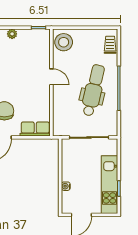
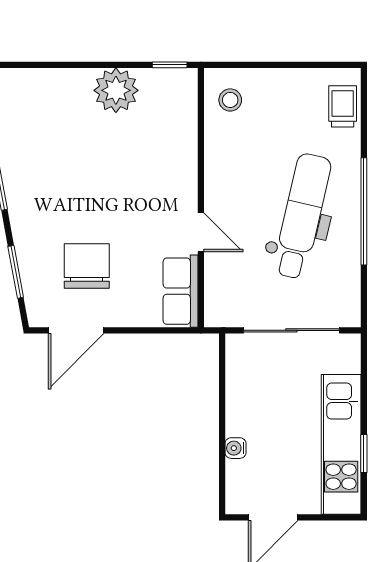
plant: (12, 34) -> (116, 90), width x1.88, depth x1.88
stool: (64, 42) -> (230, 100), width x0.53, depth x0.53
door: (51, 77) -> (201, 232), moved
row of seats: (35, 129) -> (181, 291), moved, turned -90

